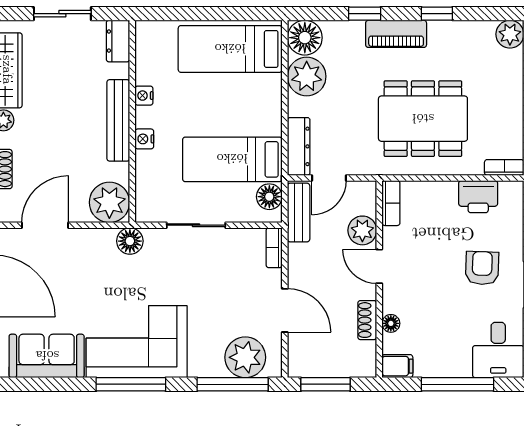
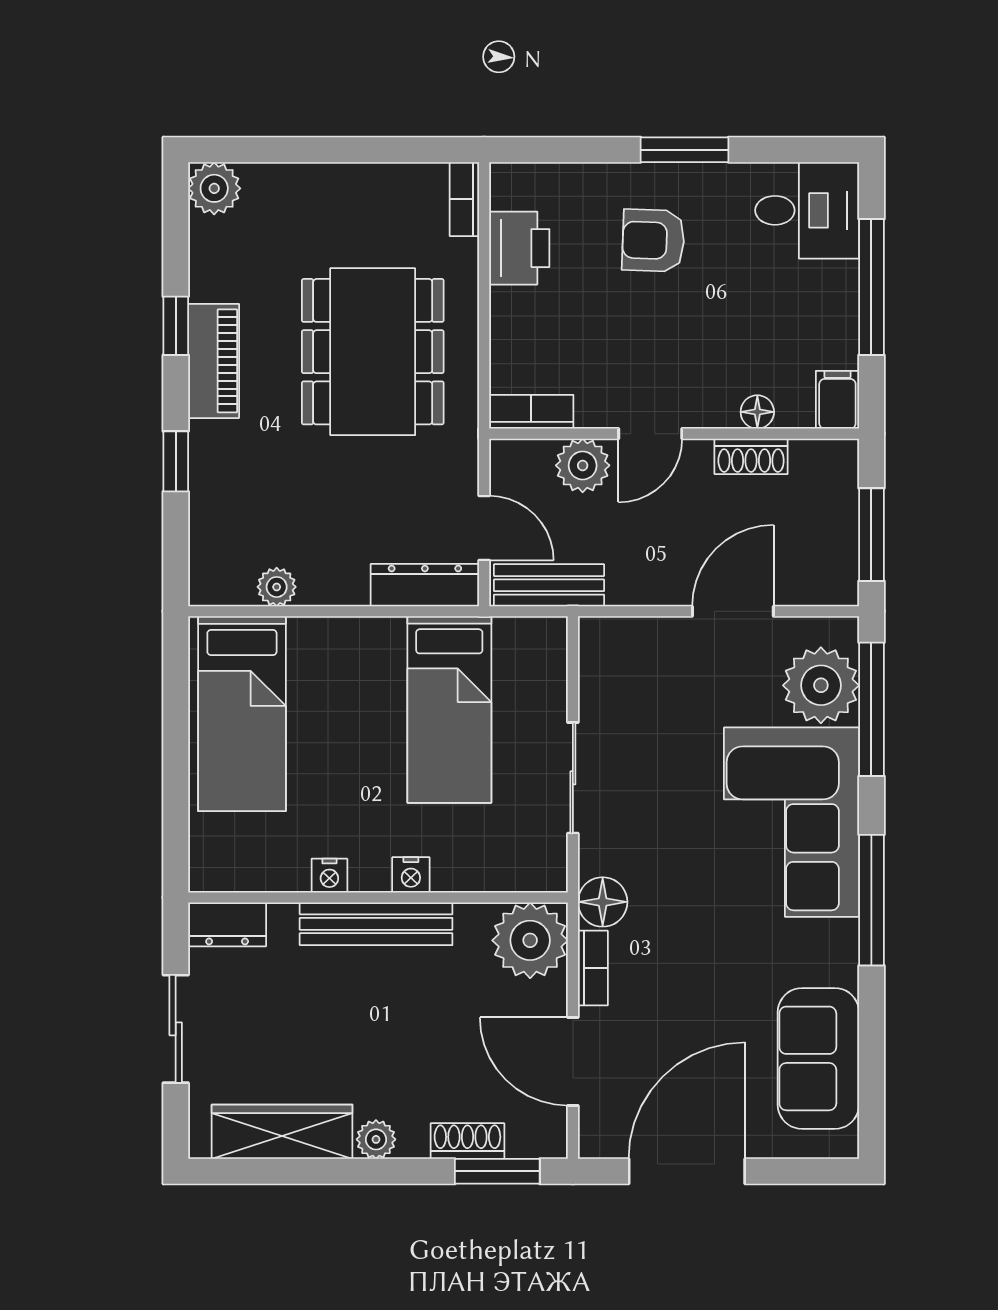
piano: (396, 34) -> (214, 361), moved
floor lamp: (305, 38) -> (221, 574), removed
plant: (307, 76) -> (277, 587), width x0.53, depth x0.53
floor lamp: (269, 197) -> (519, 640), removed
bookcase: (274, 248) -> (593, 968), moved, turned -90
corner sofa: (137, 342) -> (792, 822), moved

